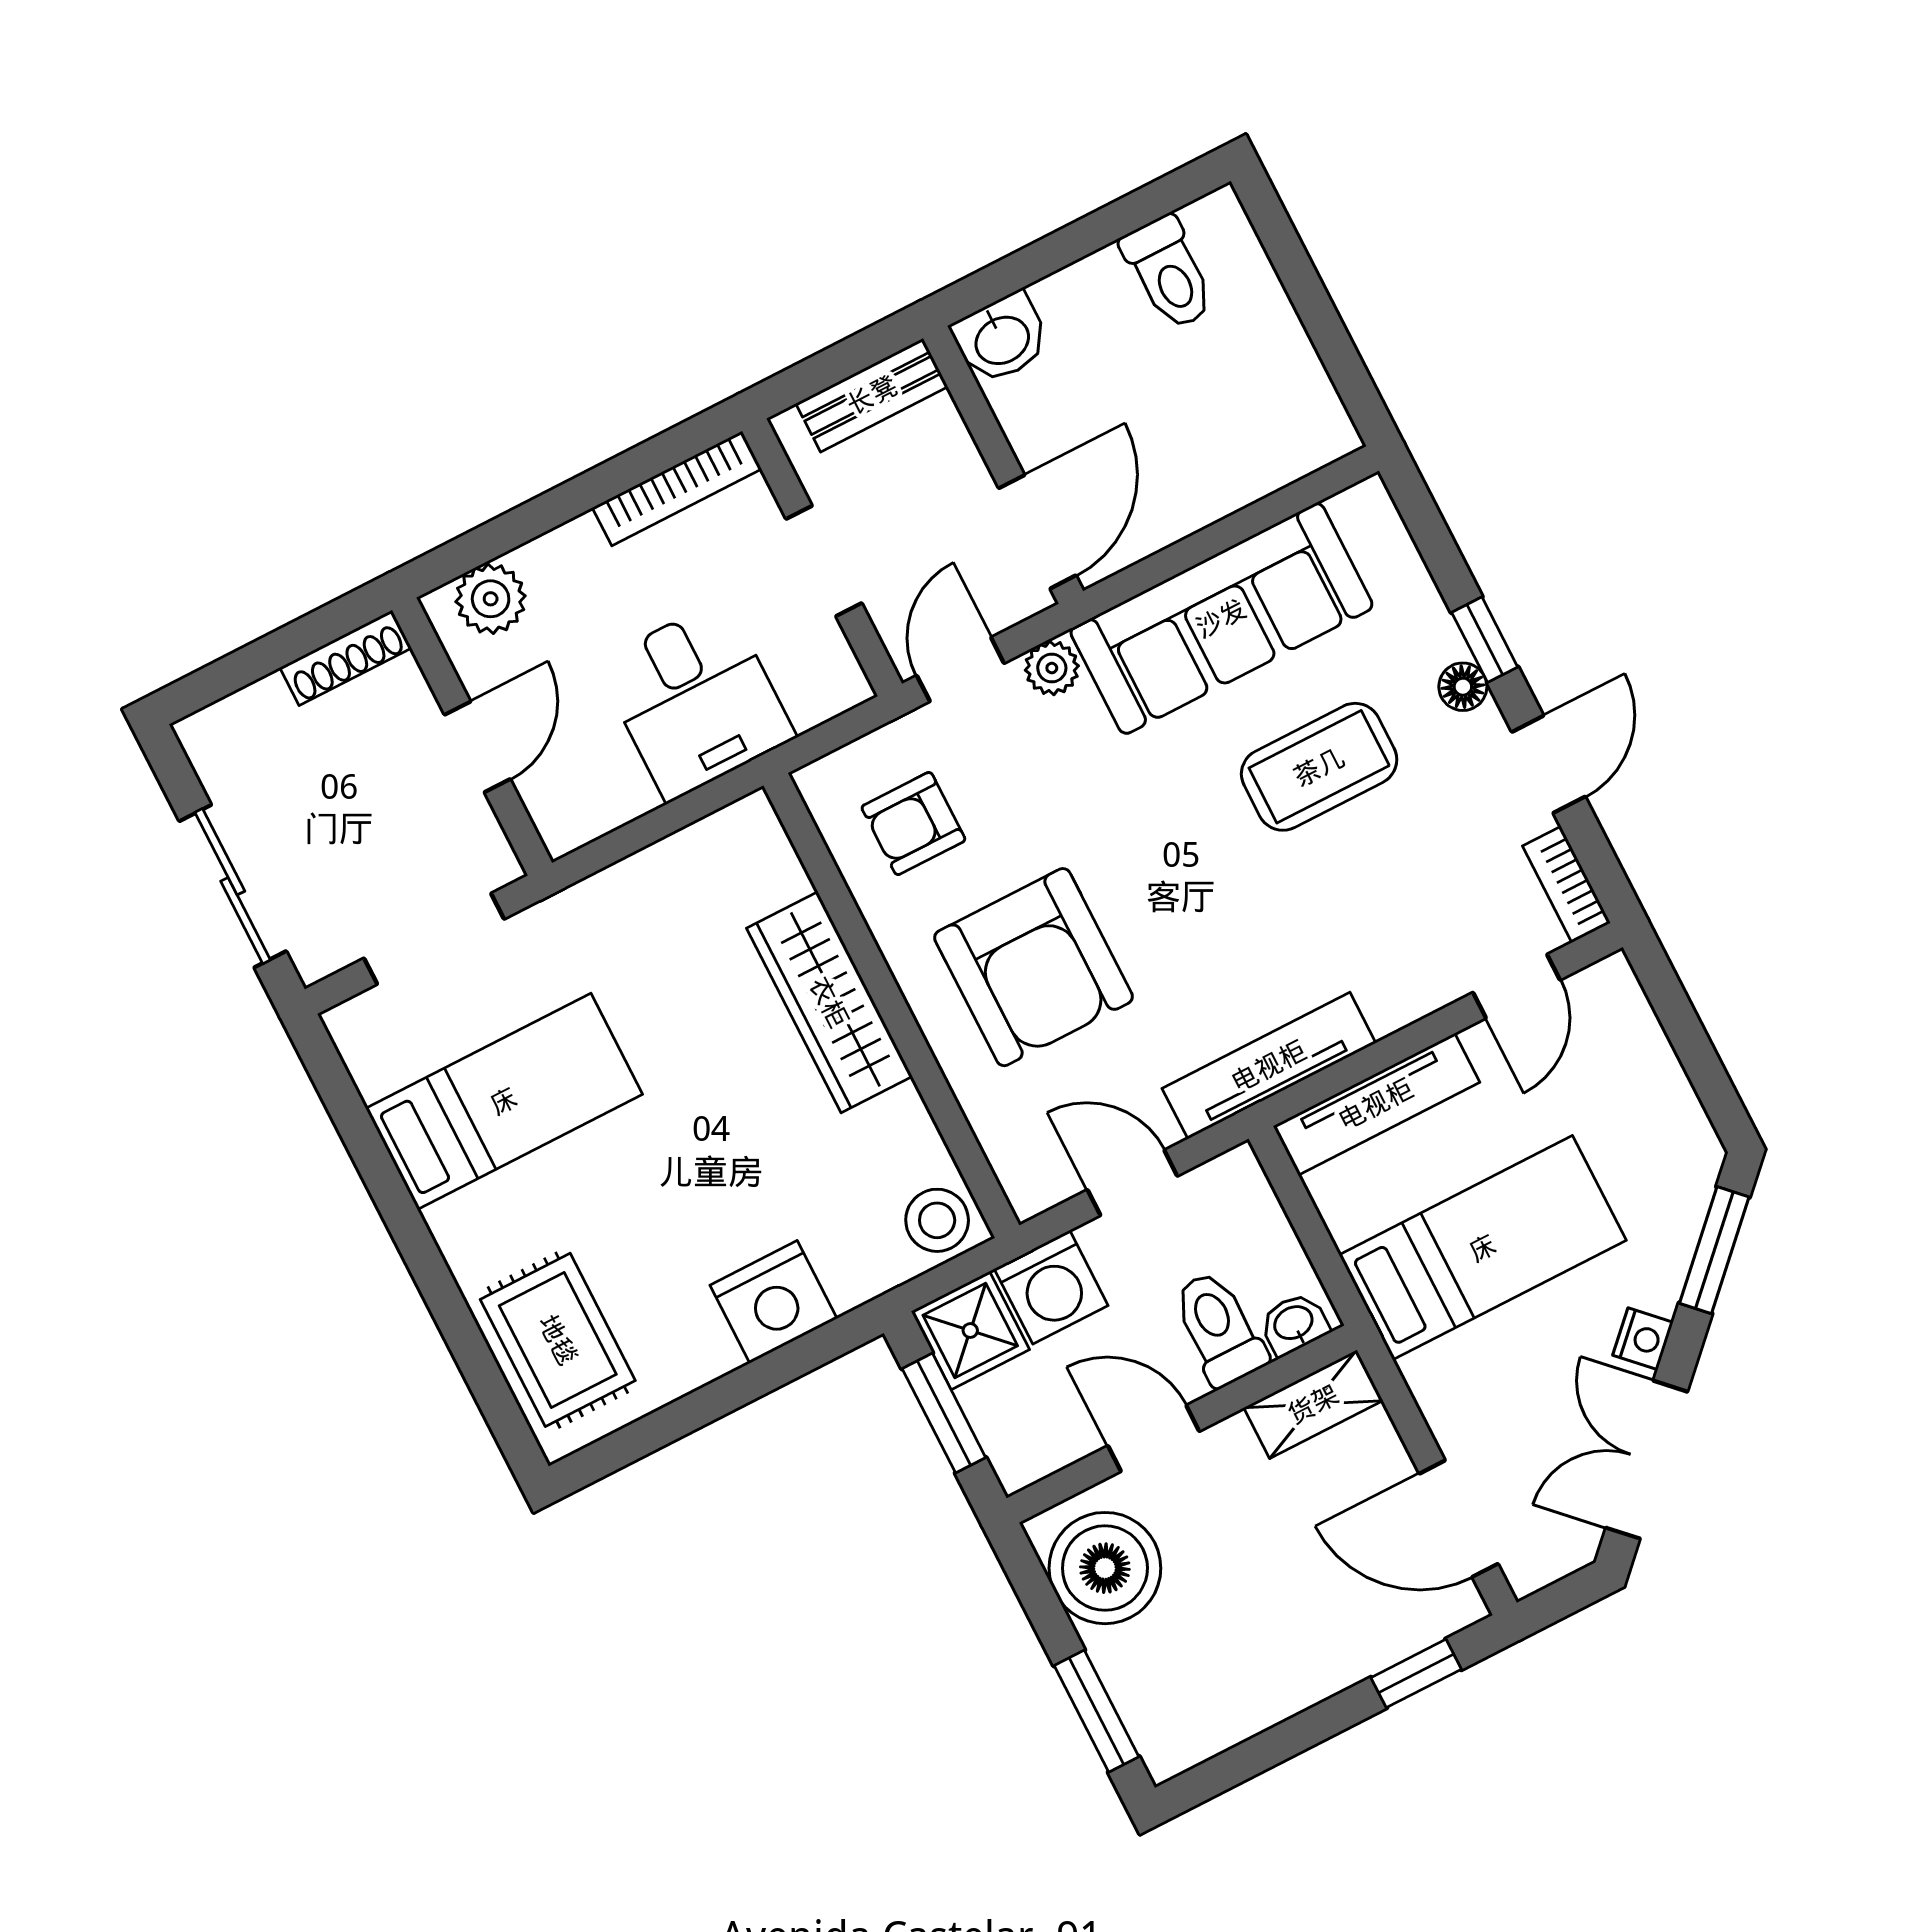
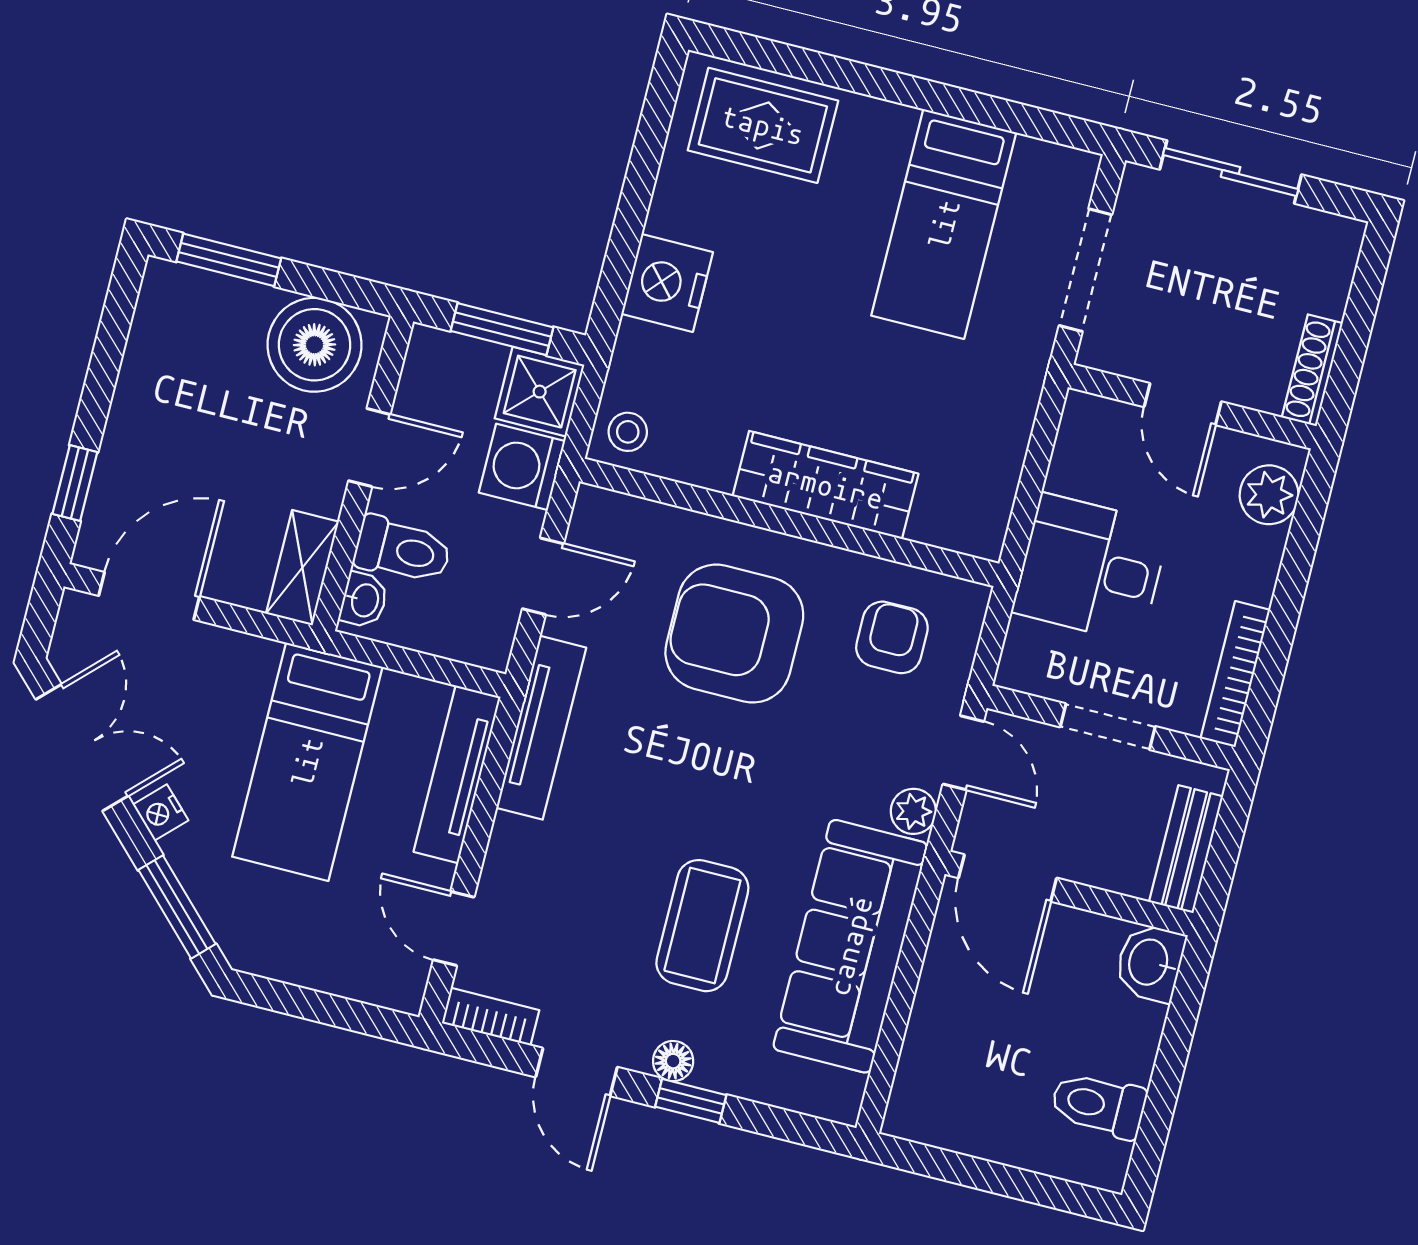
stool: (937, 1220) -> (628, 432), width x0.73, depth x0.73

